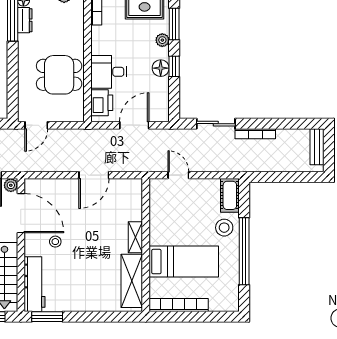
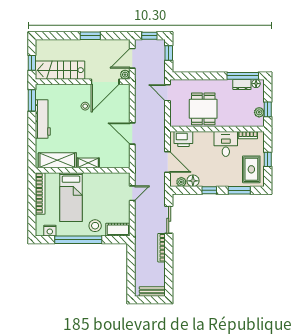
plant: (162, 40) -> (181, 182), moved
floor lamp: (161, 68) -> (193, 181), moved
desk: (109, 72) -> (226, 144), moved
workbench: (35, 284) -> (43, 119), moved, turned -90
nightstand: (231, 291) -> (50, 231), added

